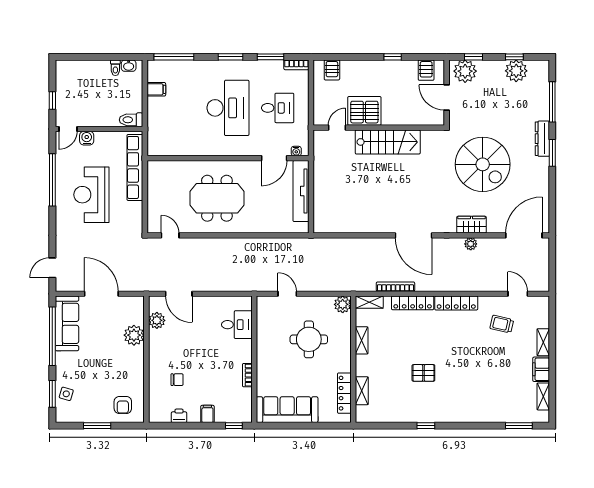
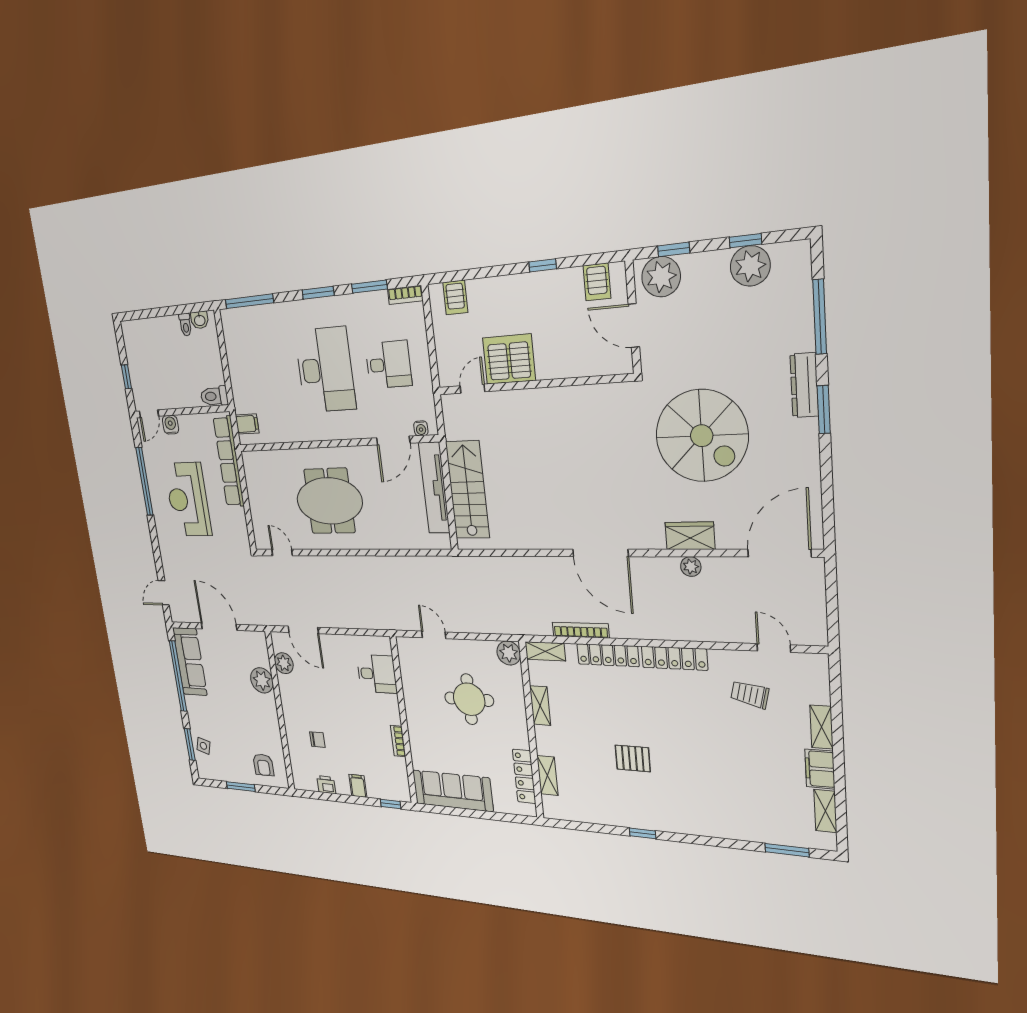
filing cabinet: (156, 89) -> (247, 424), moved
stairs: (388, 142) -> (468, 490), moved, turned -90

